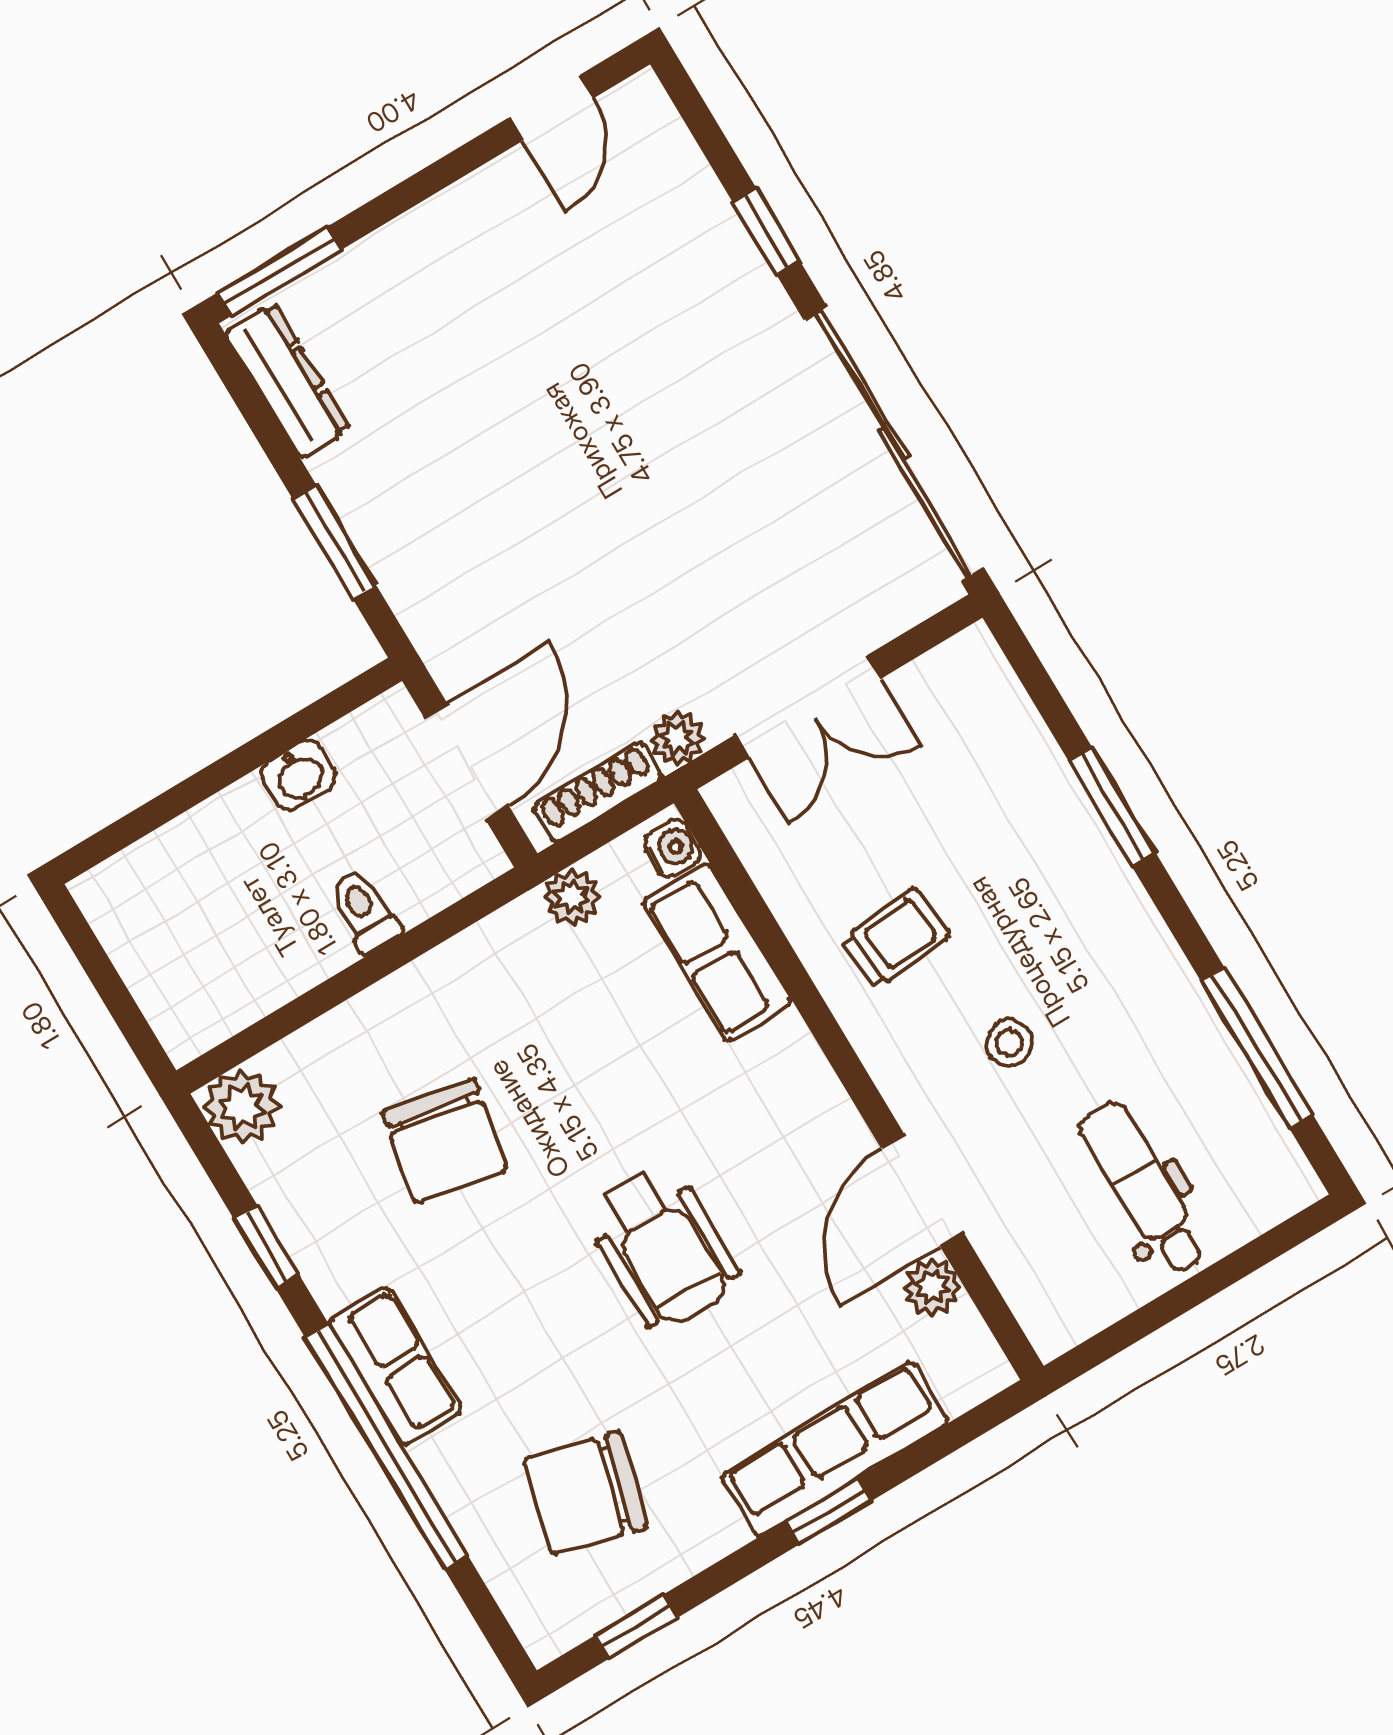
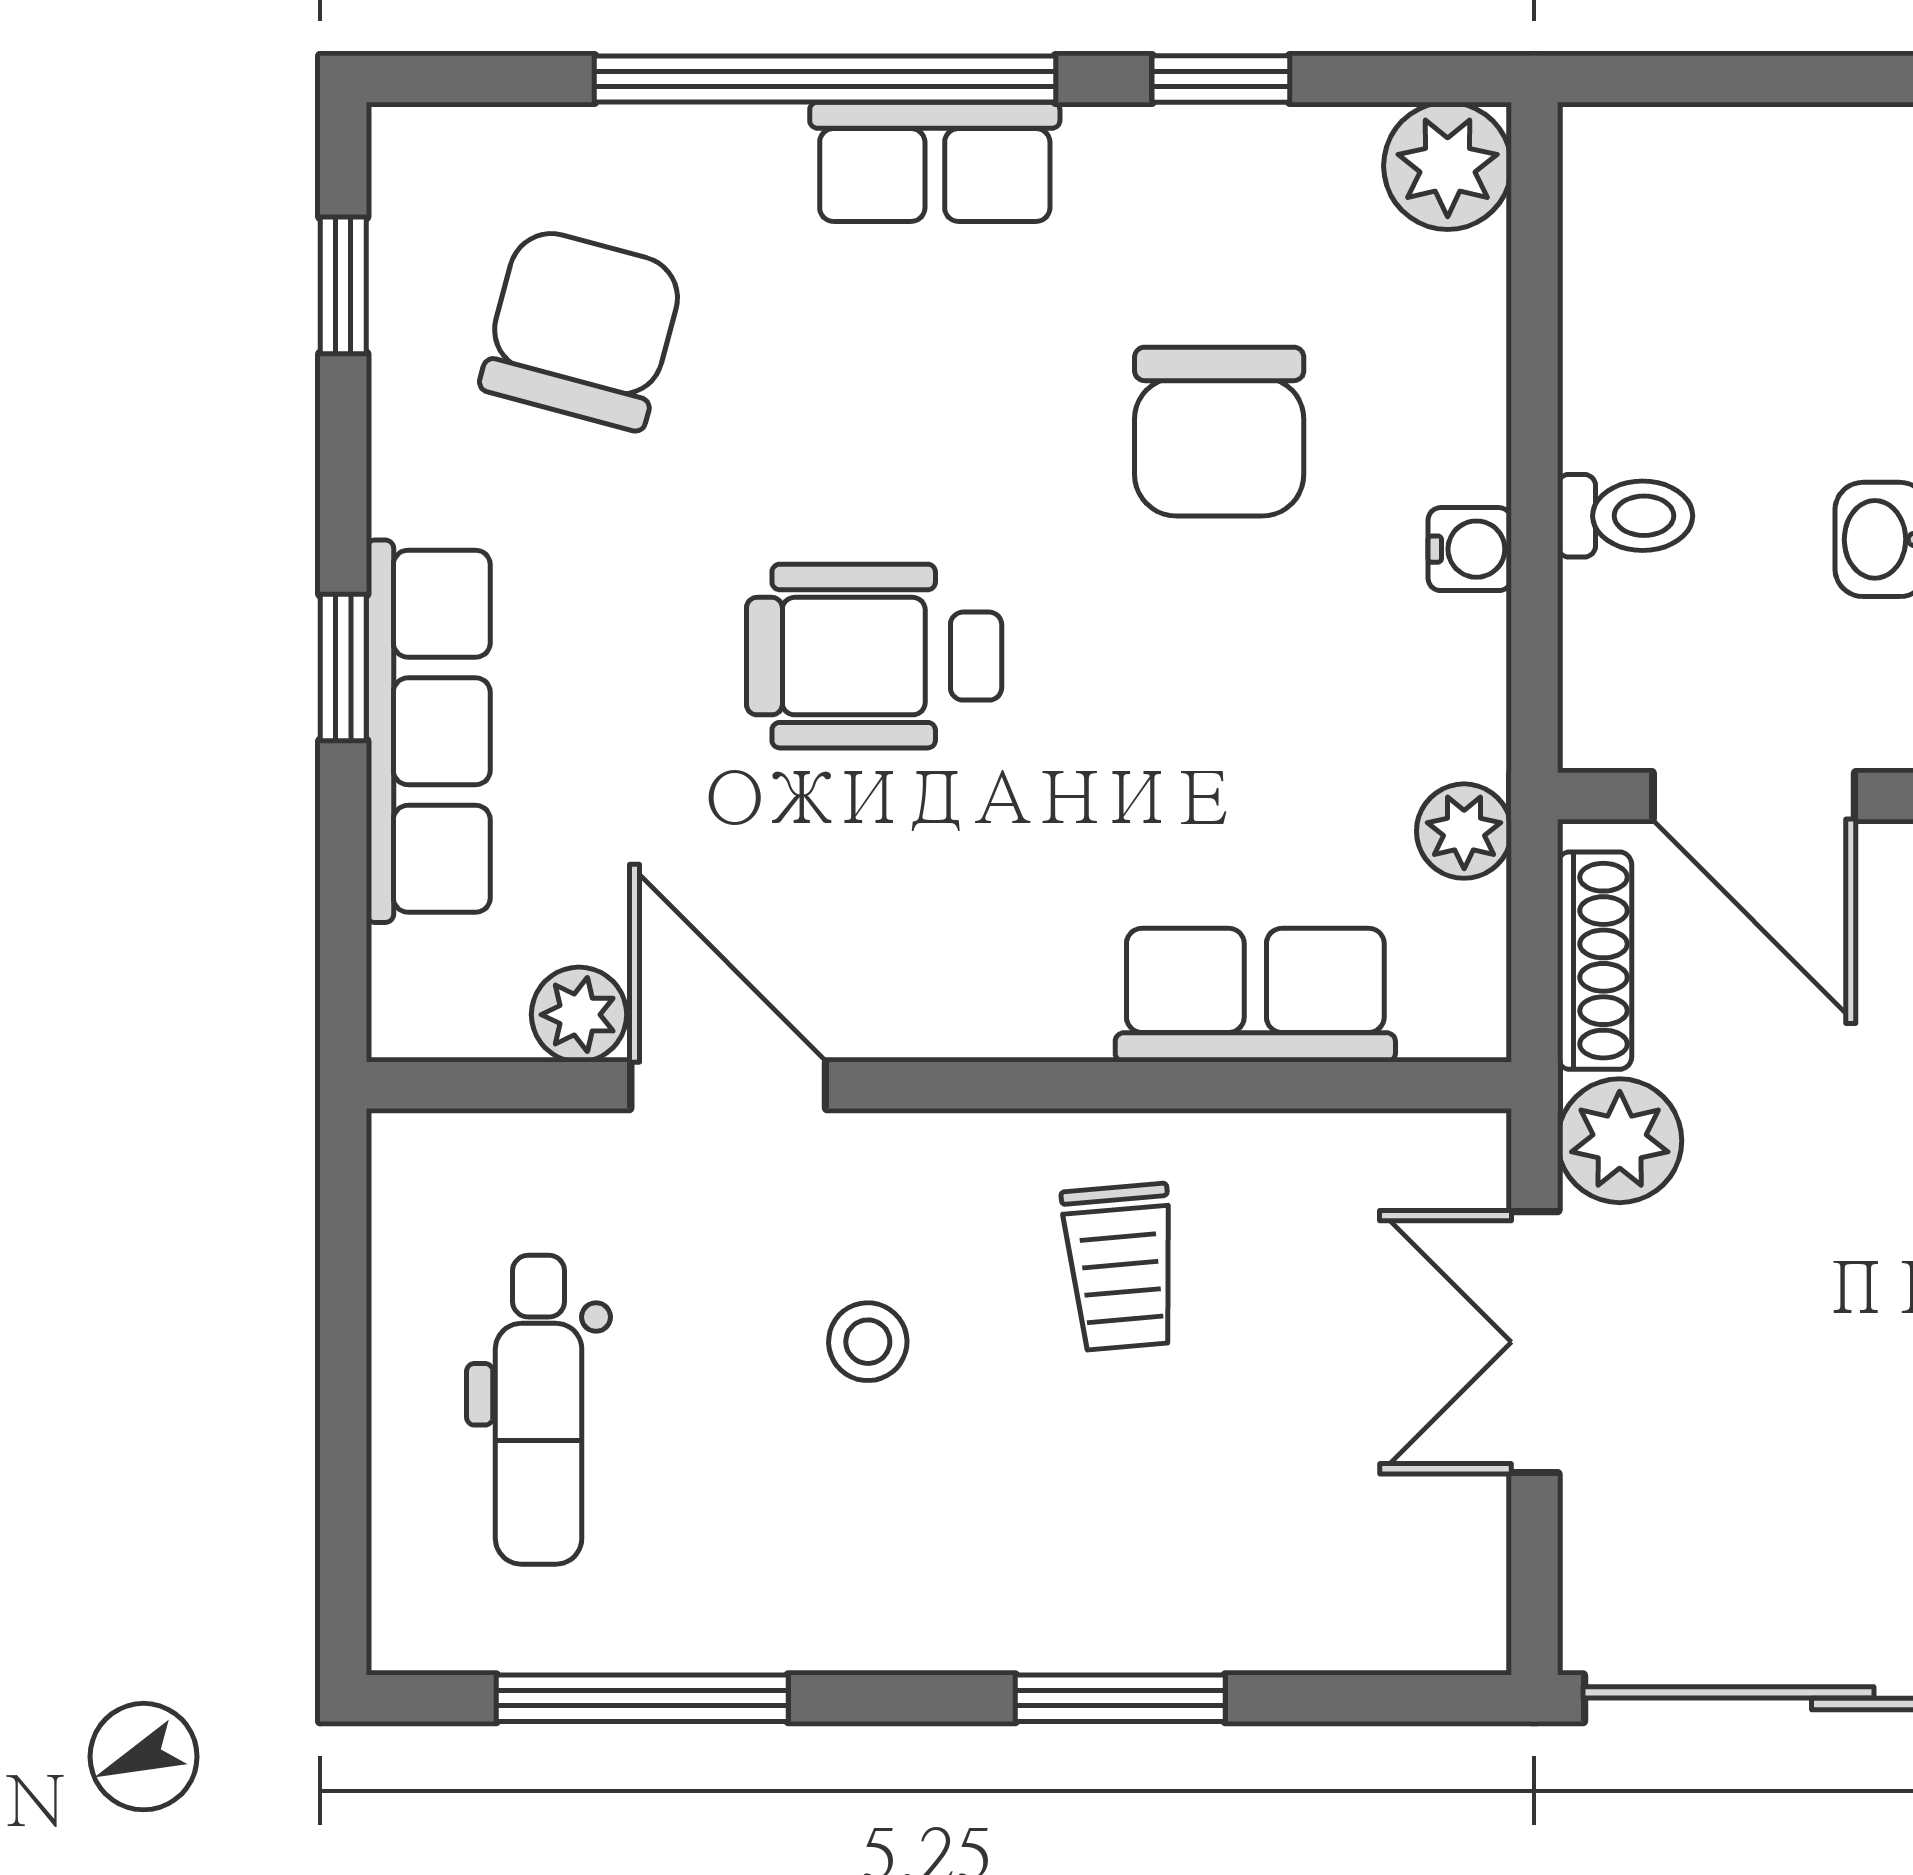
plant: (677, 738) -> (1620, 1141), width x1.38, depth x1.38
water cooler: (673, 849) -> (1470, 549), moved, turned -90
chair: (445, 1141) -> (1219, 432), turned -101
dental chair: (1143, 1188) -> (539, 1410), turned 90

